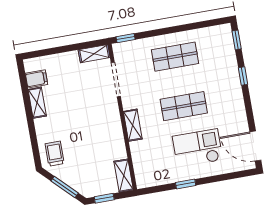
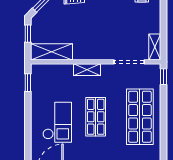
shop shelf: (175, 57) -> (140, 117), width x1.43, depth x1.36
shelving: (124, 176) -> (52, 52), width x1.50, depth x1.33
window: (186, 184) -> (28, 83), moved

